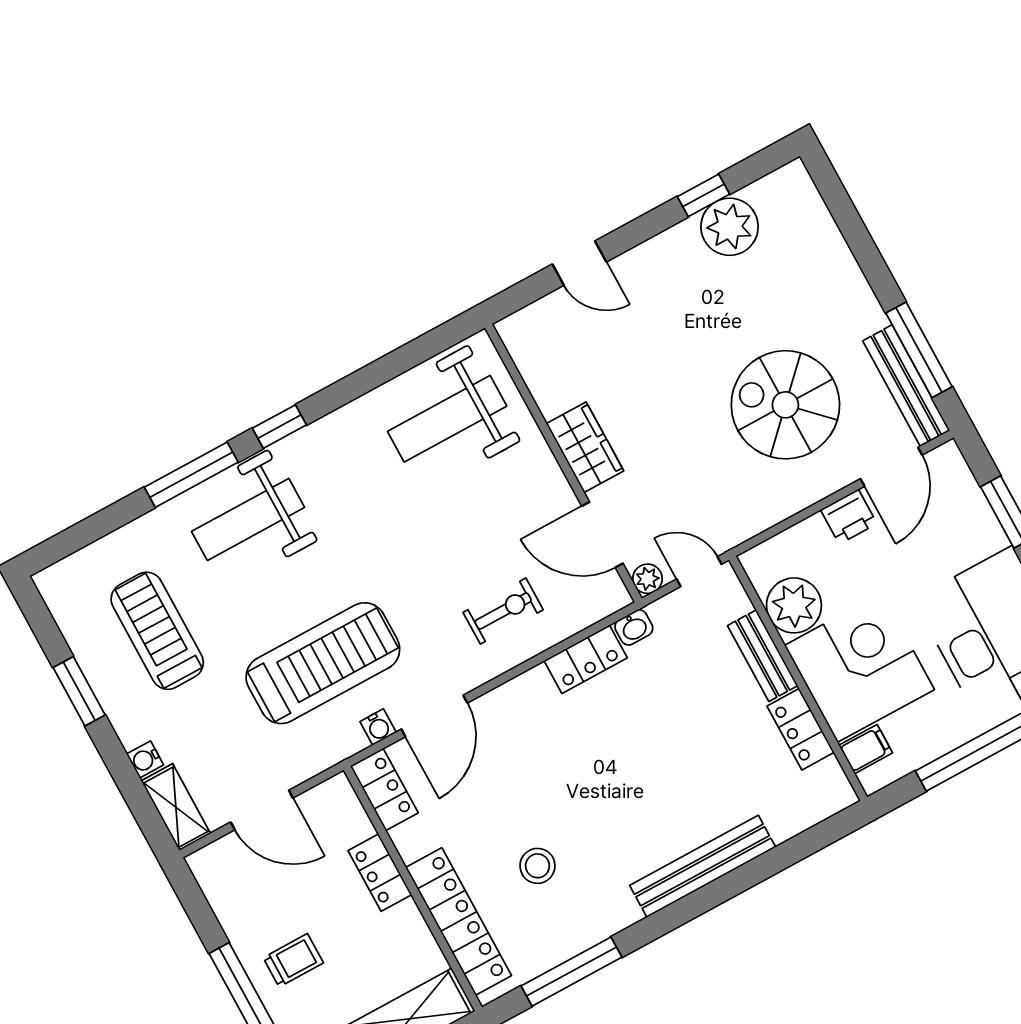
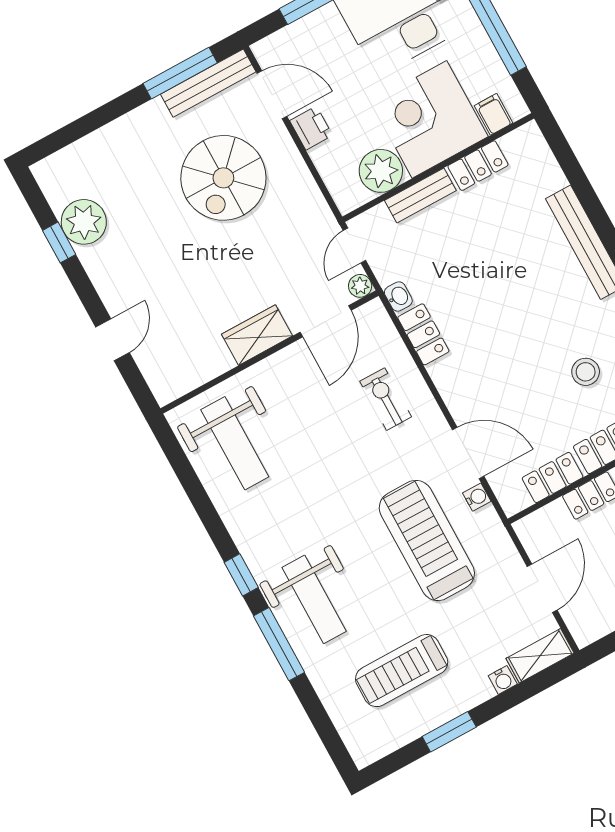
locker: (384, 789) -> (553, 477), moved

